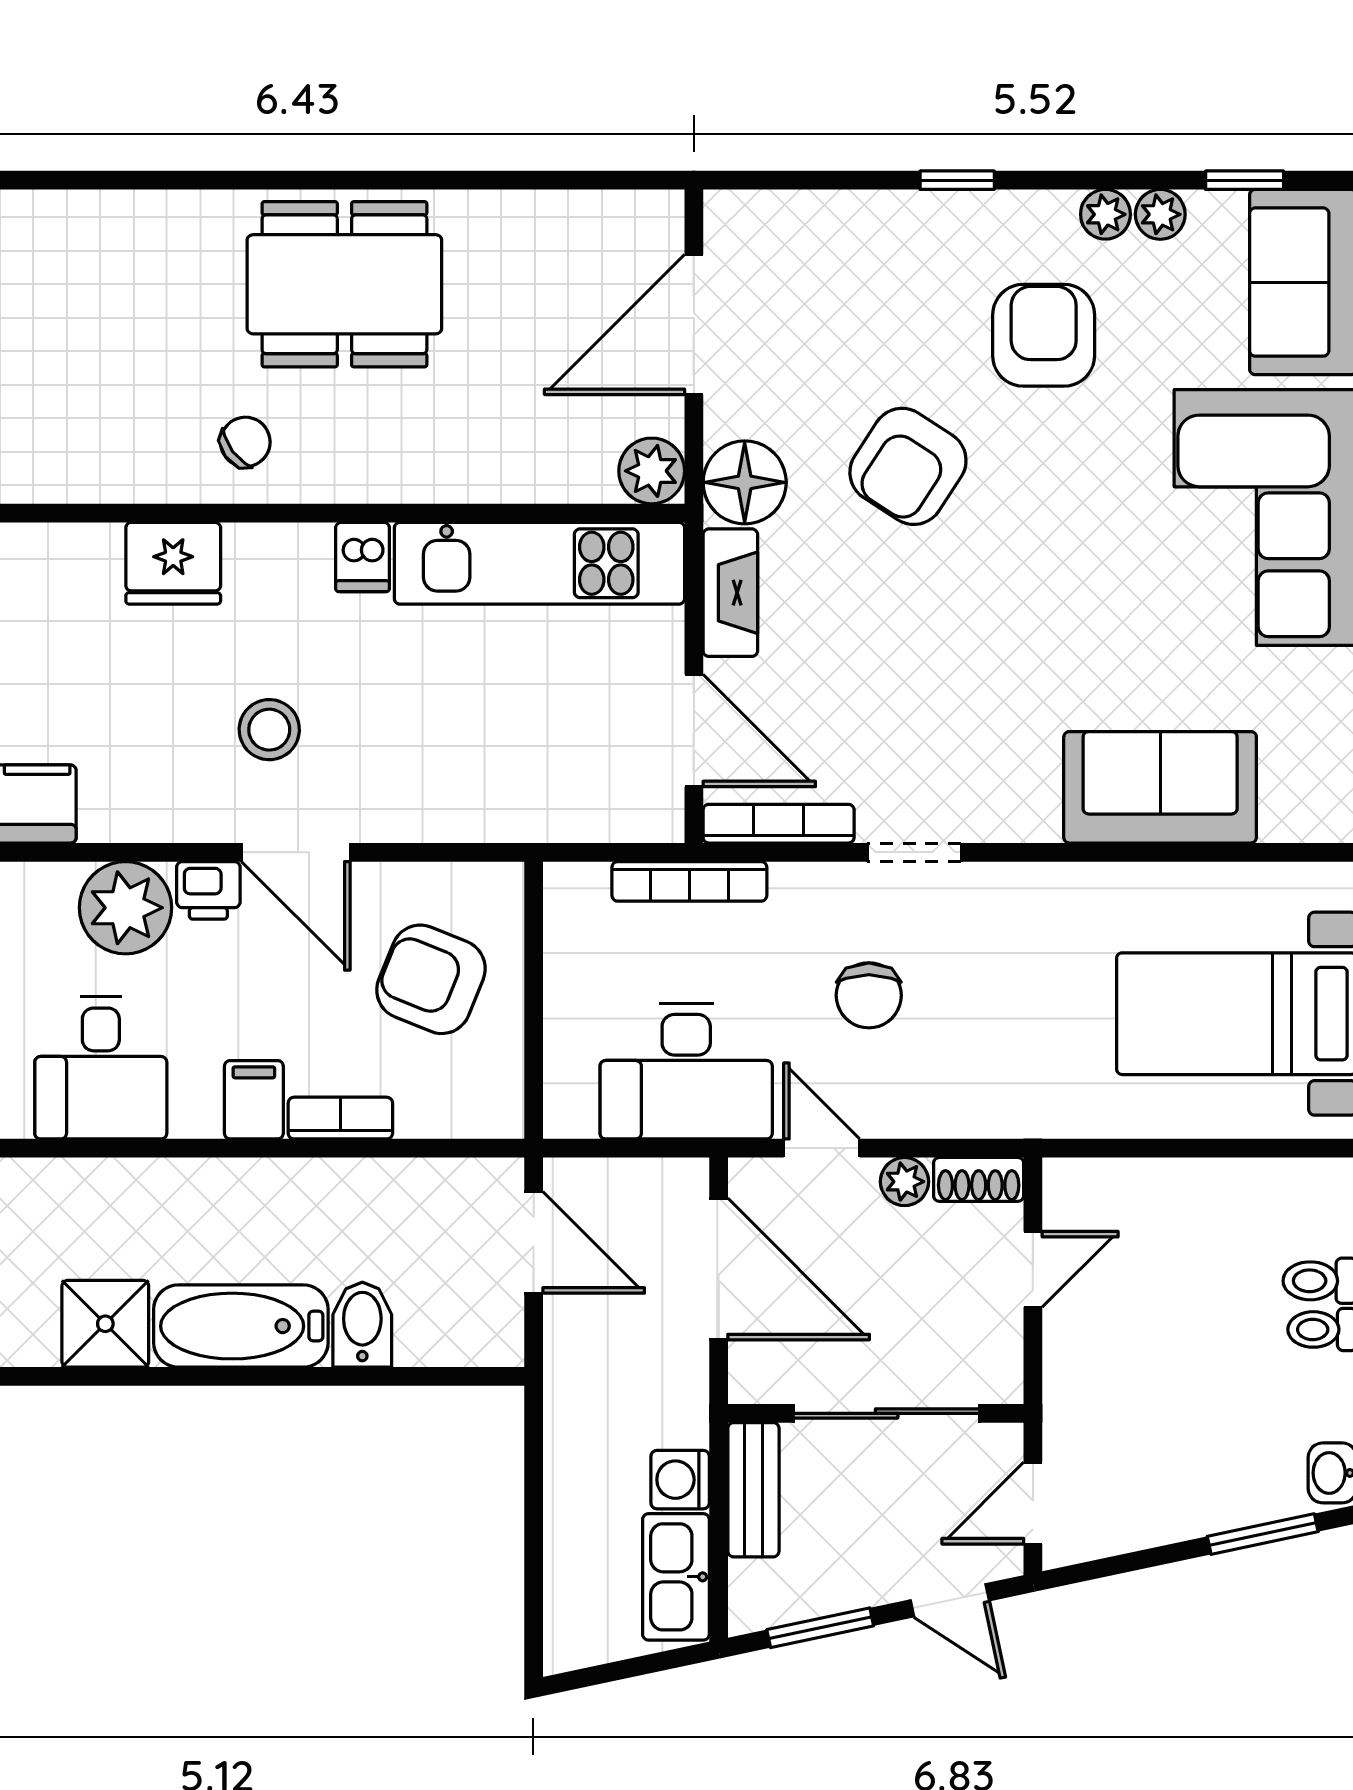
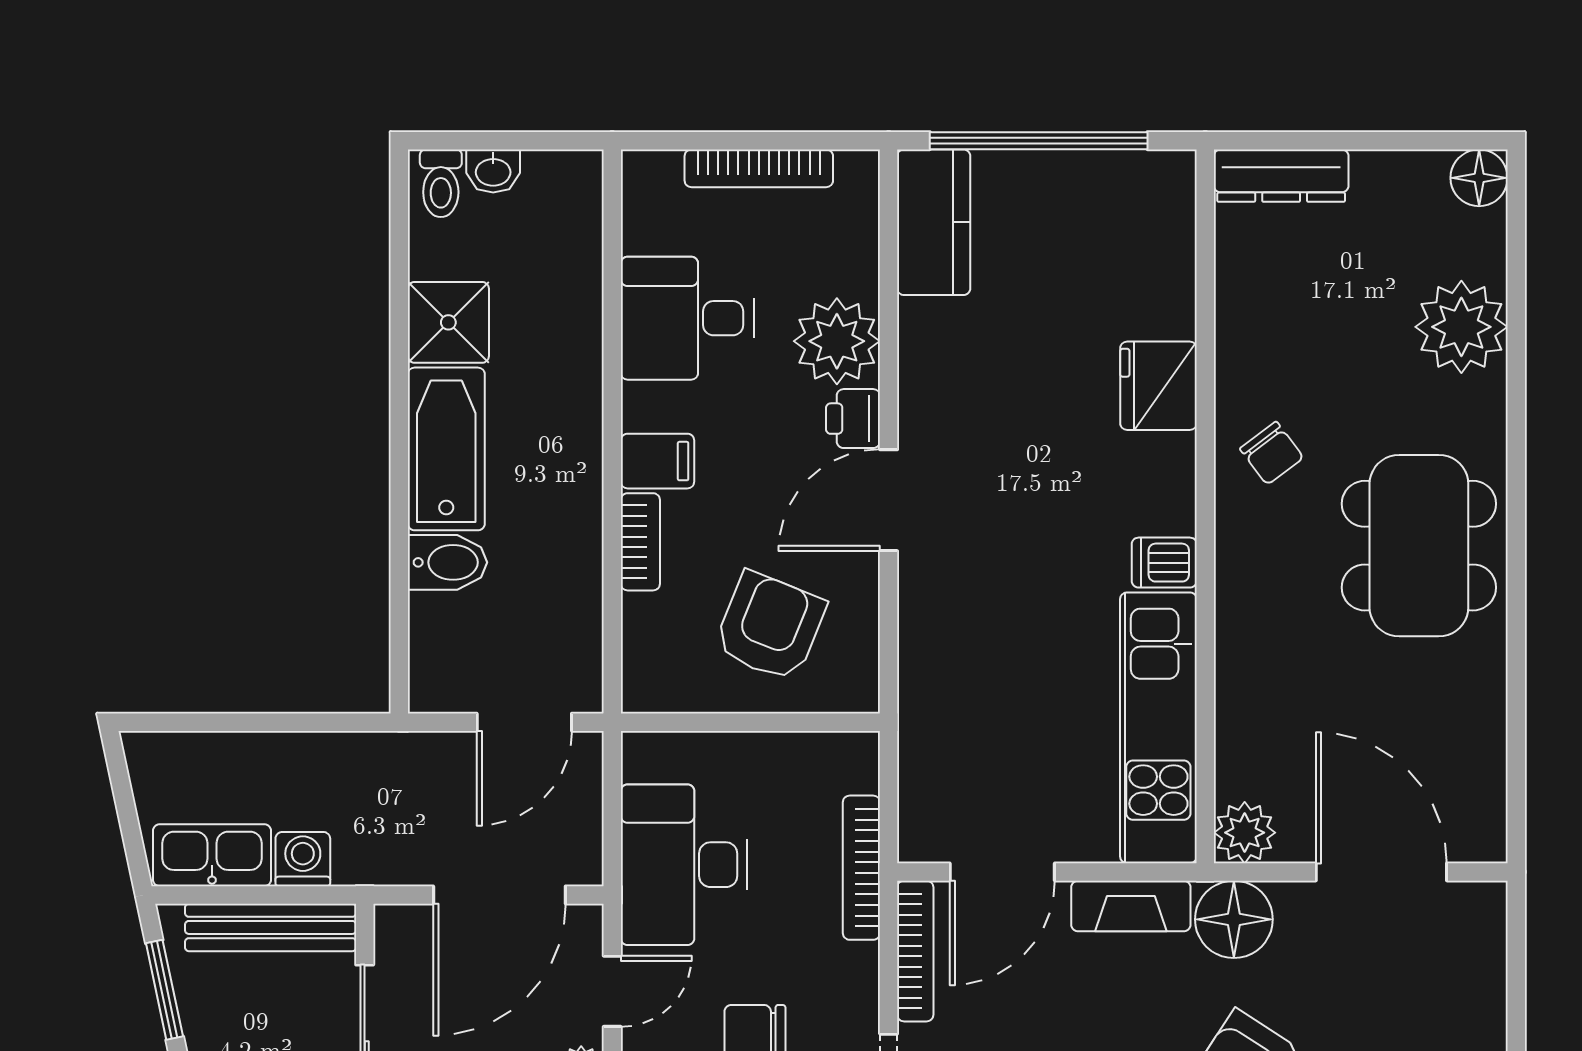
plant: (110, 239) -> (1461, 327), added
stool: (269, 730) -> (1003, 475), removed
bench: (753, 1490) -> (271, 927), width x1.36

